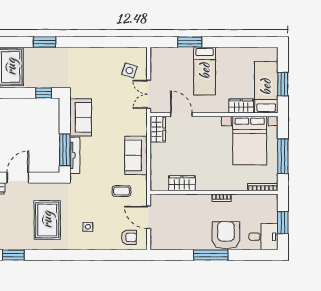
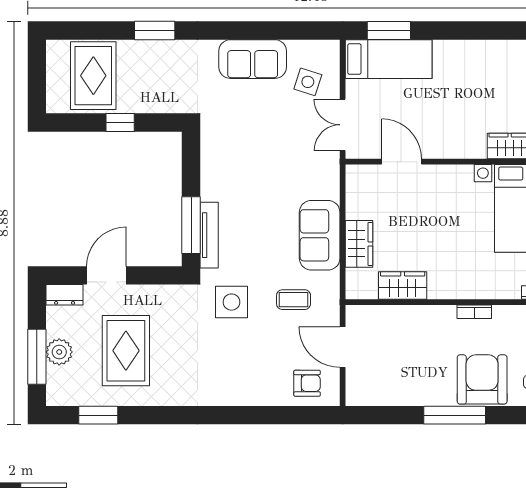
window: (190, 42) -> (389, 30), moved
bed: (205, 71) -> (389, 59), moved, turned -90
window: (44, 93) -> (120, 123), moved
sofa: (81, 117) -> (253, 59), moved, turned 90
wardrobe: (158, 129) -> (359, 244), moved
rug: (47, 220) -> (126, 351), moved
side table: (88, 227) -> (231, 302), moved, width x1.87, depth x1.87

